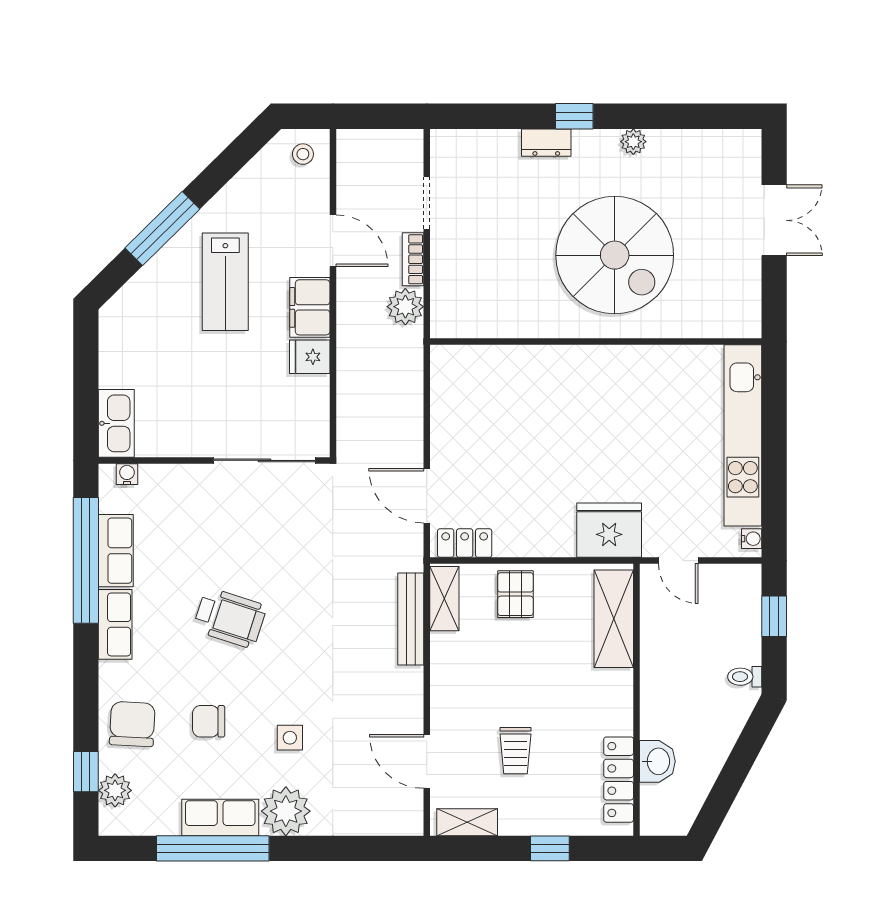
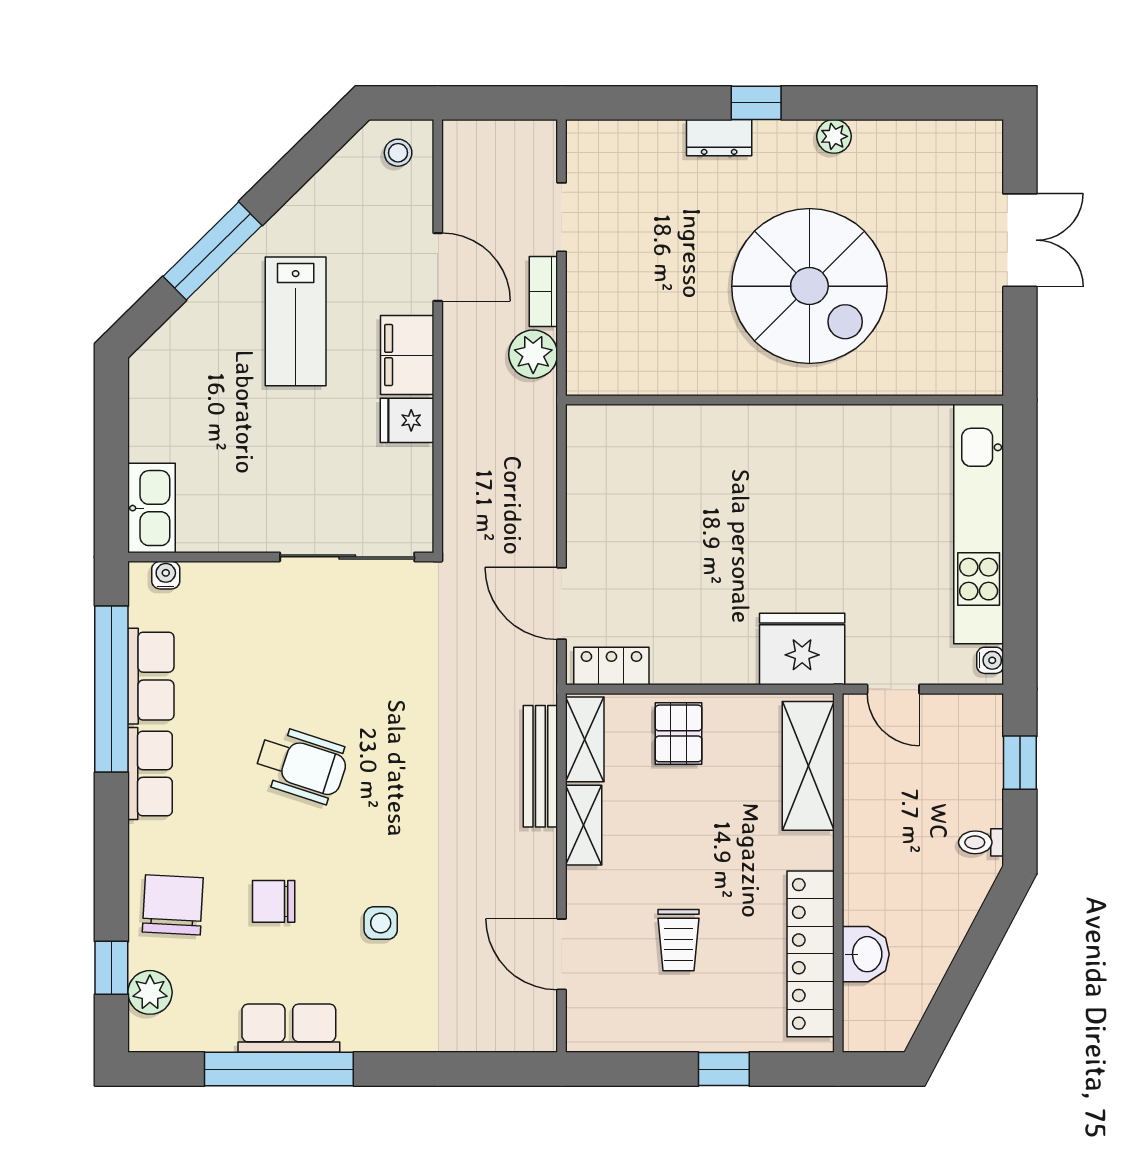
locker: (619, 780) -> (811, 954), width x1.41, depth x1.21
plant: (286, 811) -> (375, 1020), removed
shelving: (467, 822) -> (584, 825), moved, turned 90

